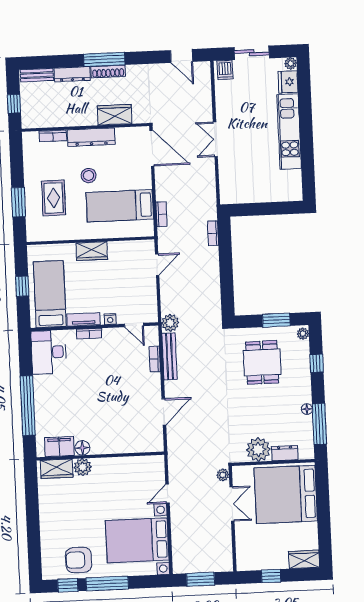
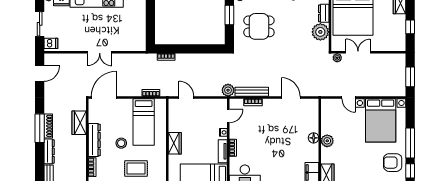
floor lamp: (82, 448) -> (314, 138), moved
plant: (83, 467) -> (327, 141), moved
armchair: (79, 560) -> (393, 163), turned 90

